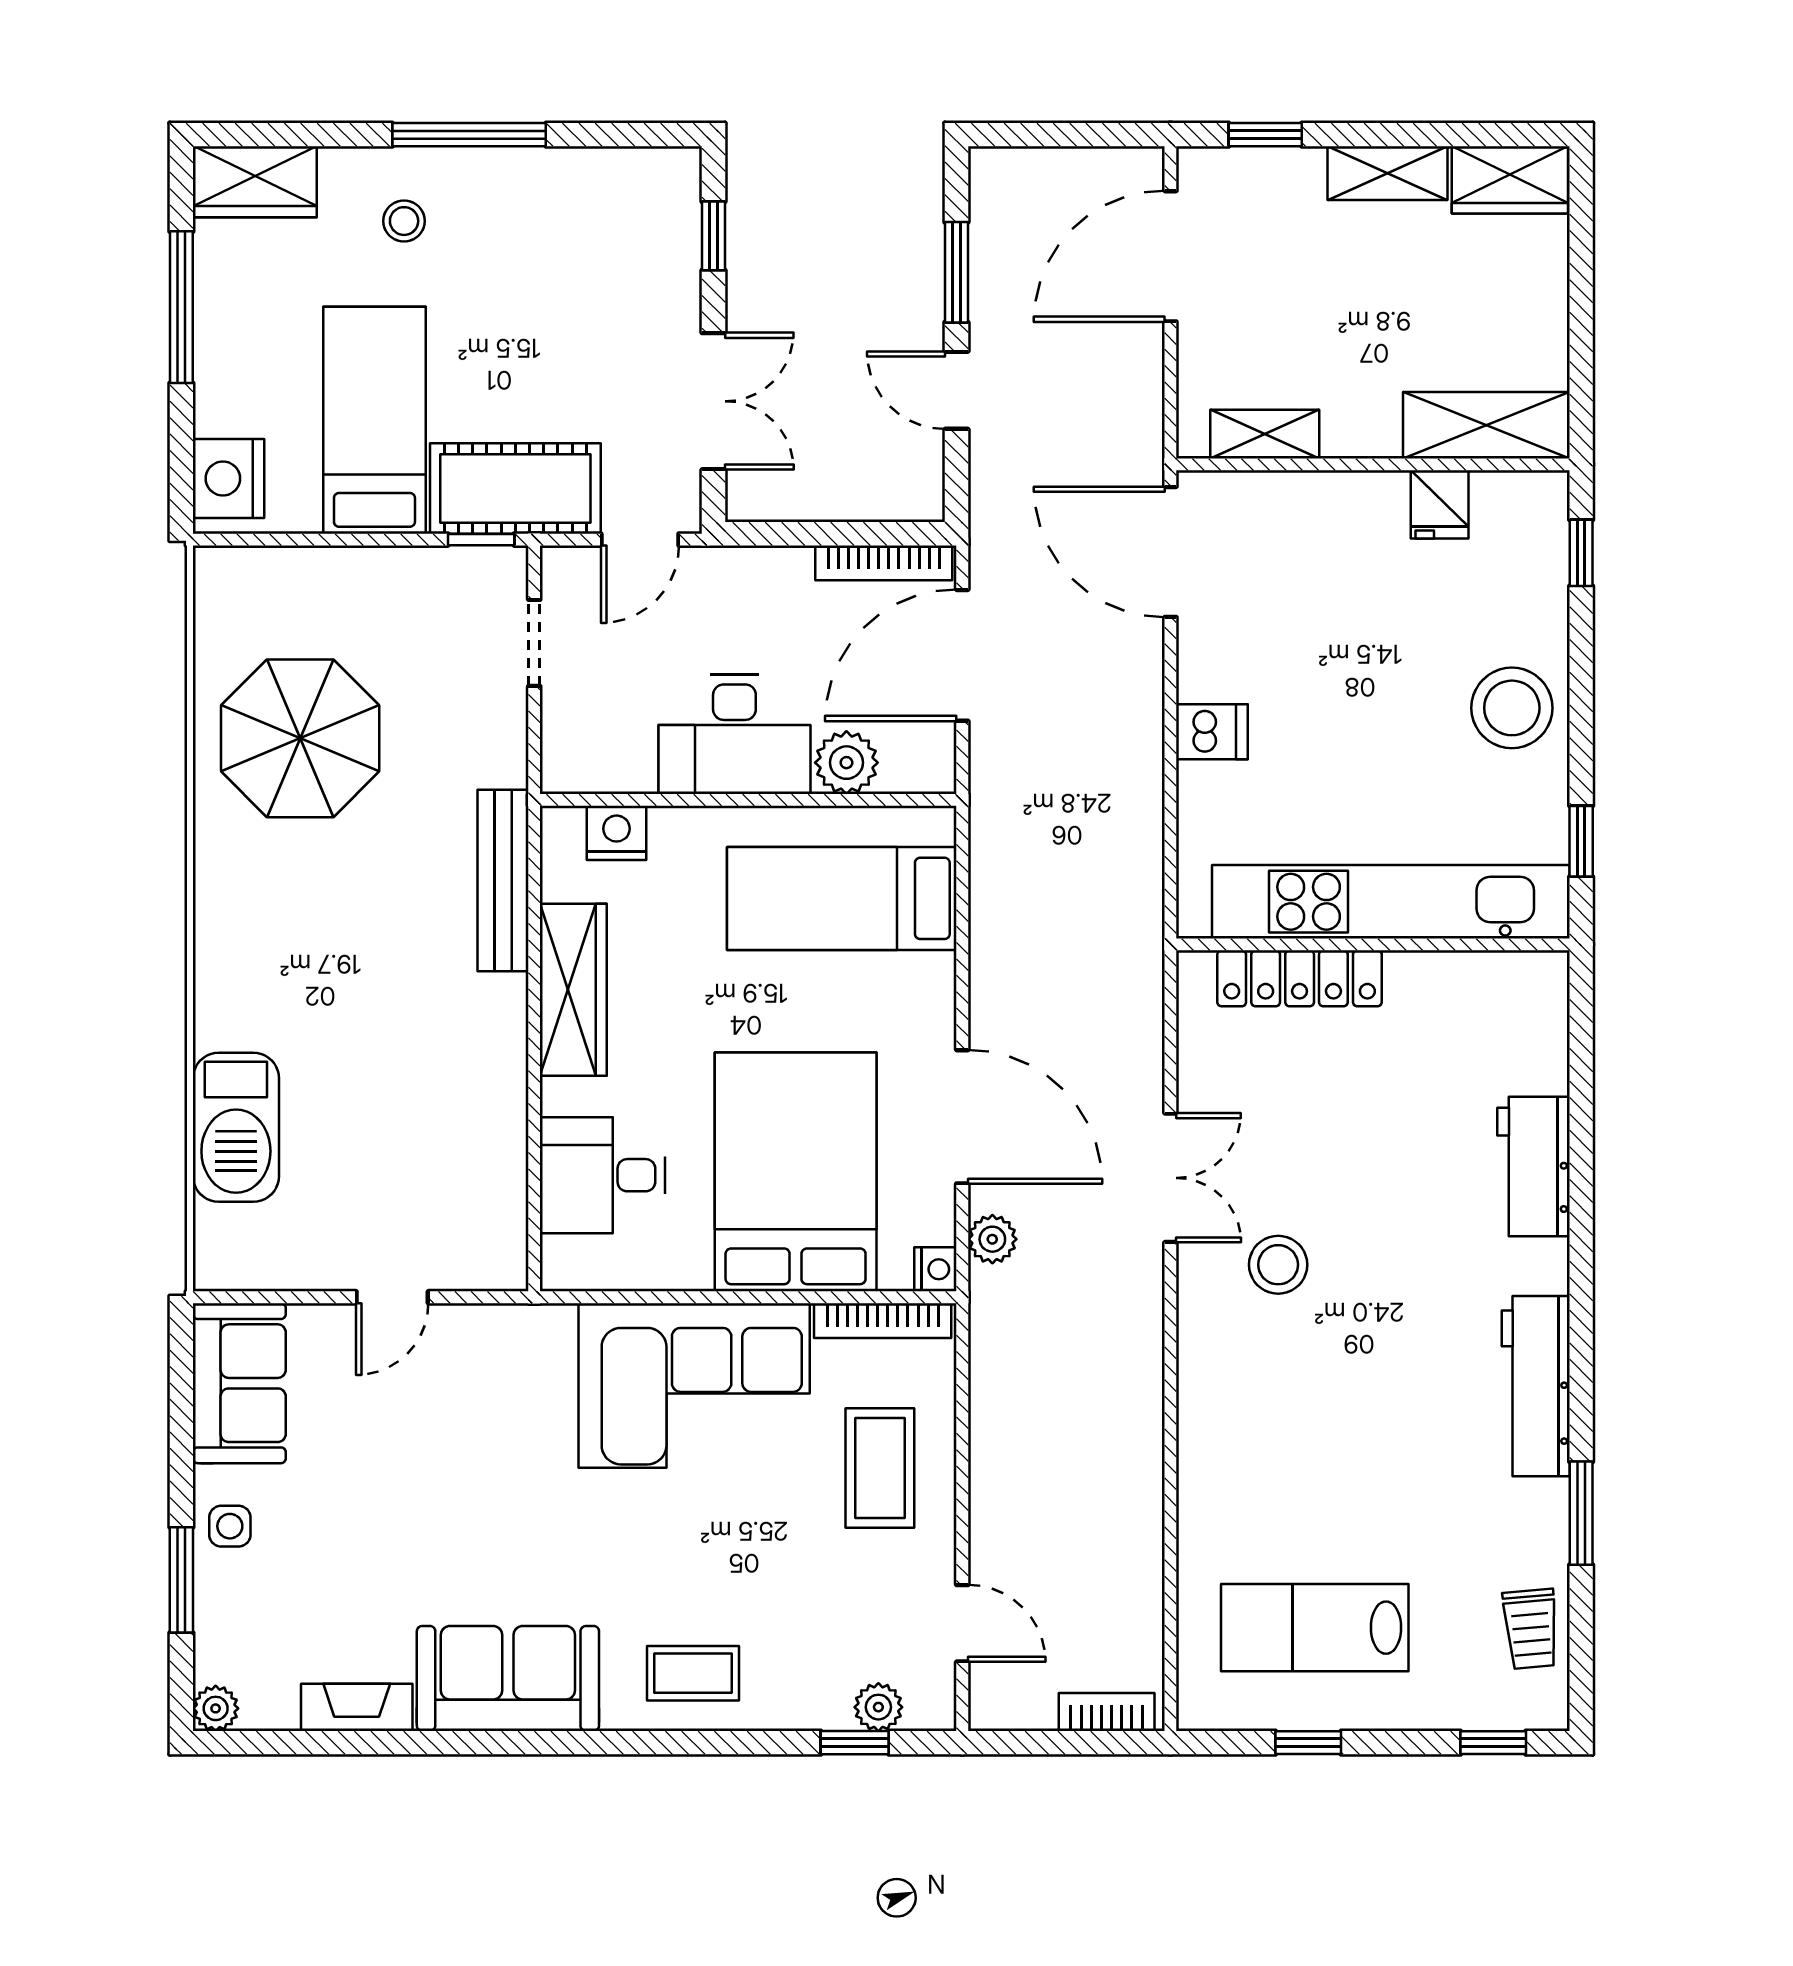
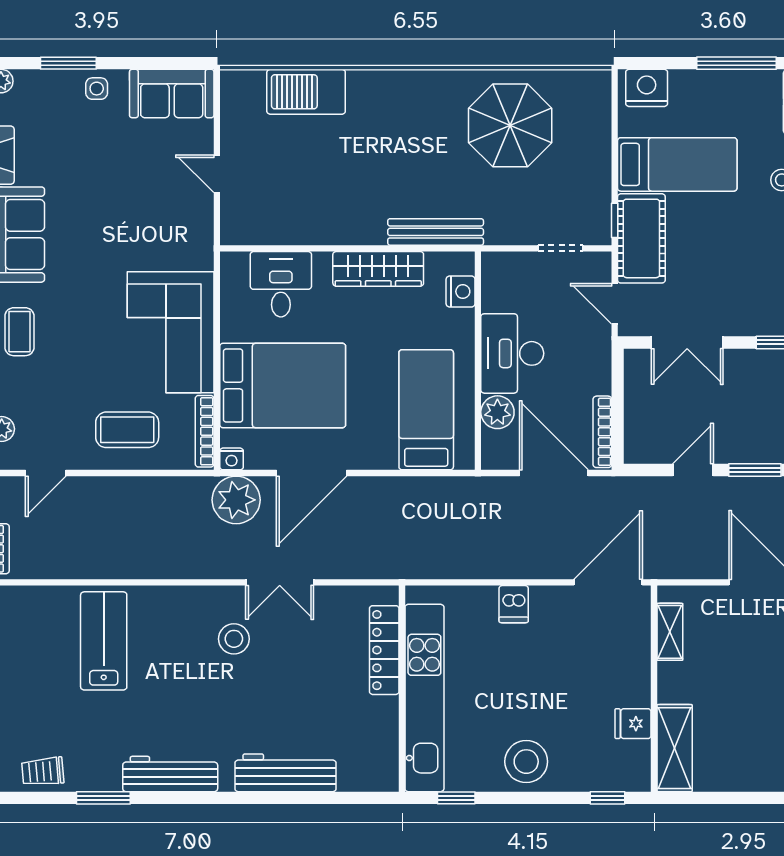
workbench: (1533, 1166) -> (285, 773), width x1.38
plant: (992, 1239) -> (236, 500), width x1.88, depth x1.88
lab bench: (1315, 1628) -> (104, 641), moved

